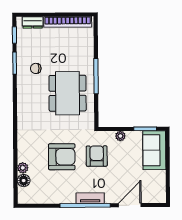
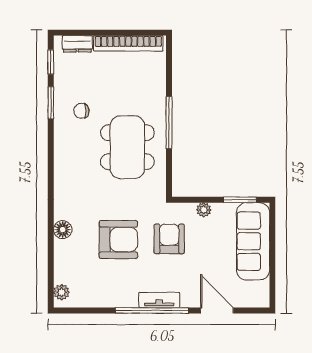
sofa: (154, 150) -> (253, 241), width x1.36
plant: (23, 168) -> (62, 292), moved
floor lamp: (24, 181) -> (63, 230), moved
door: (130, 205) -> (217, 311), hinge flipped

